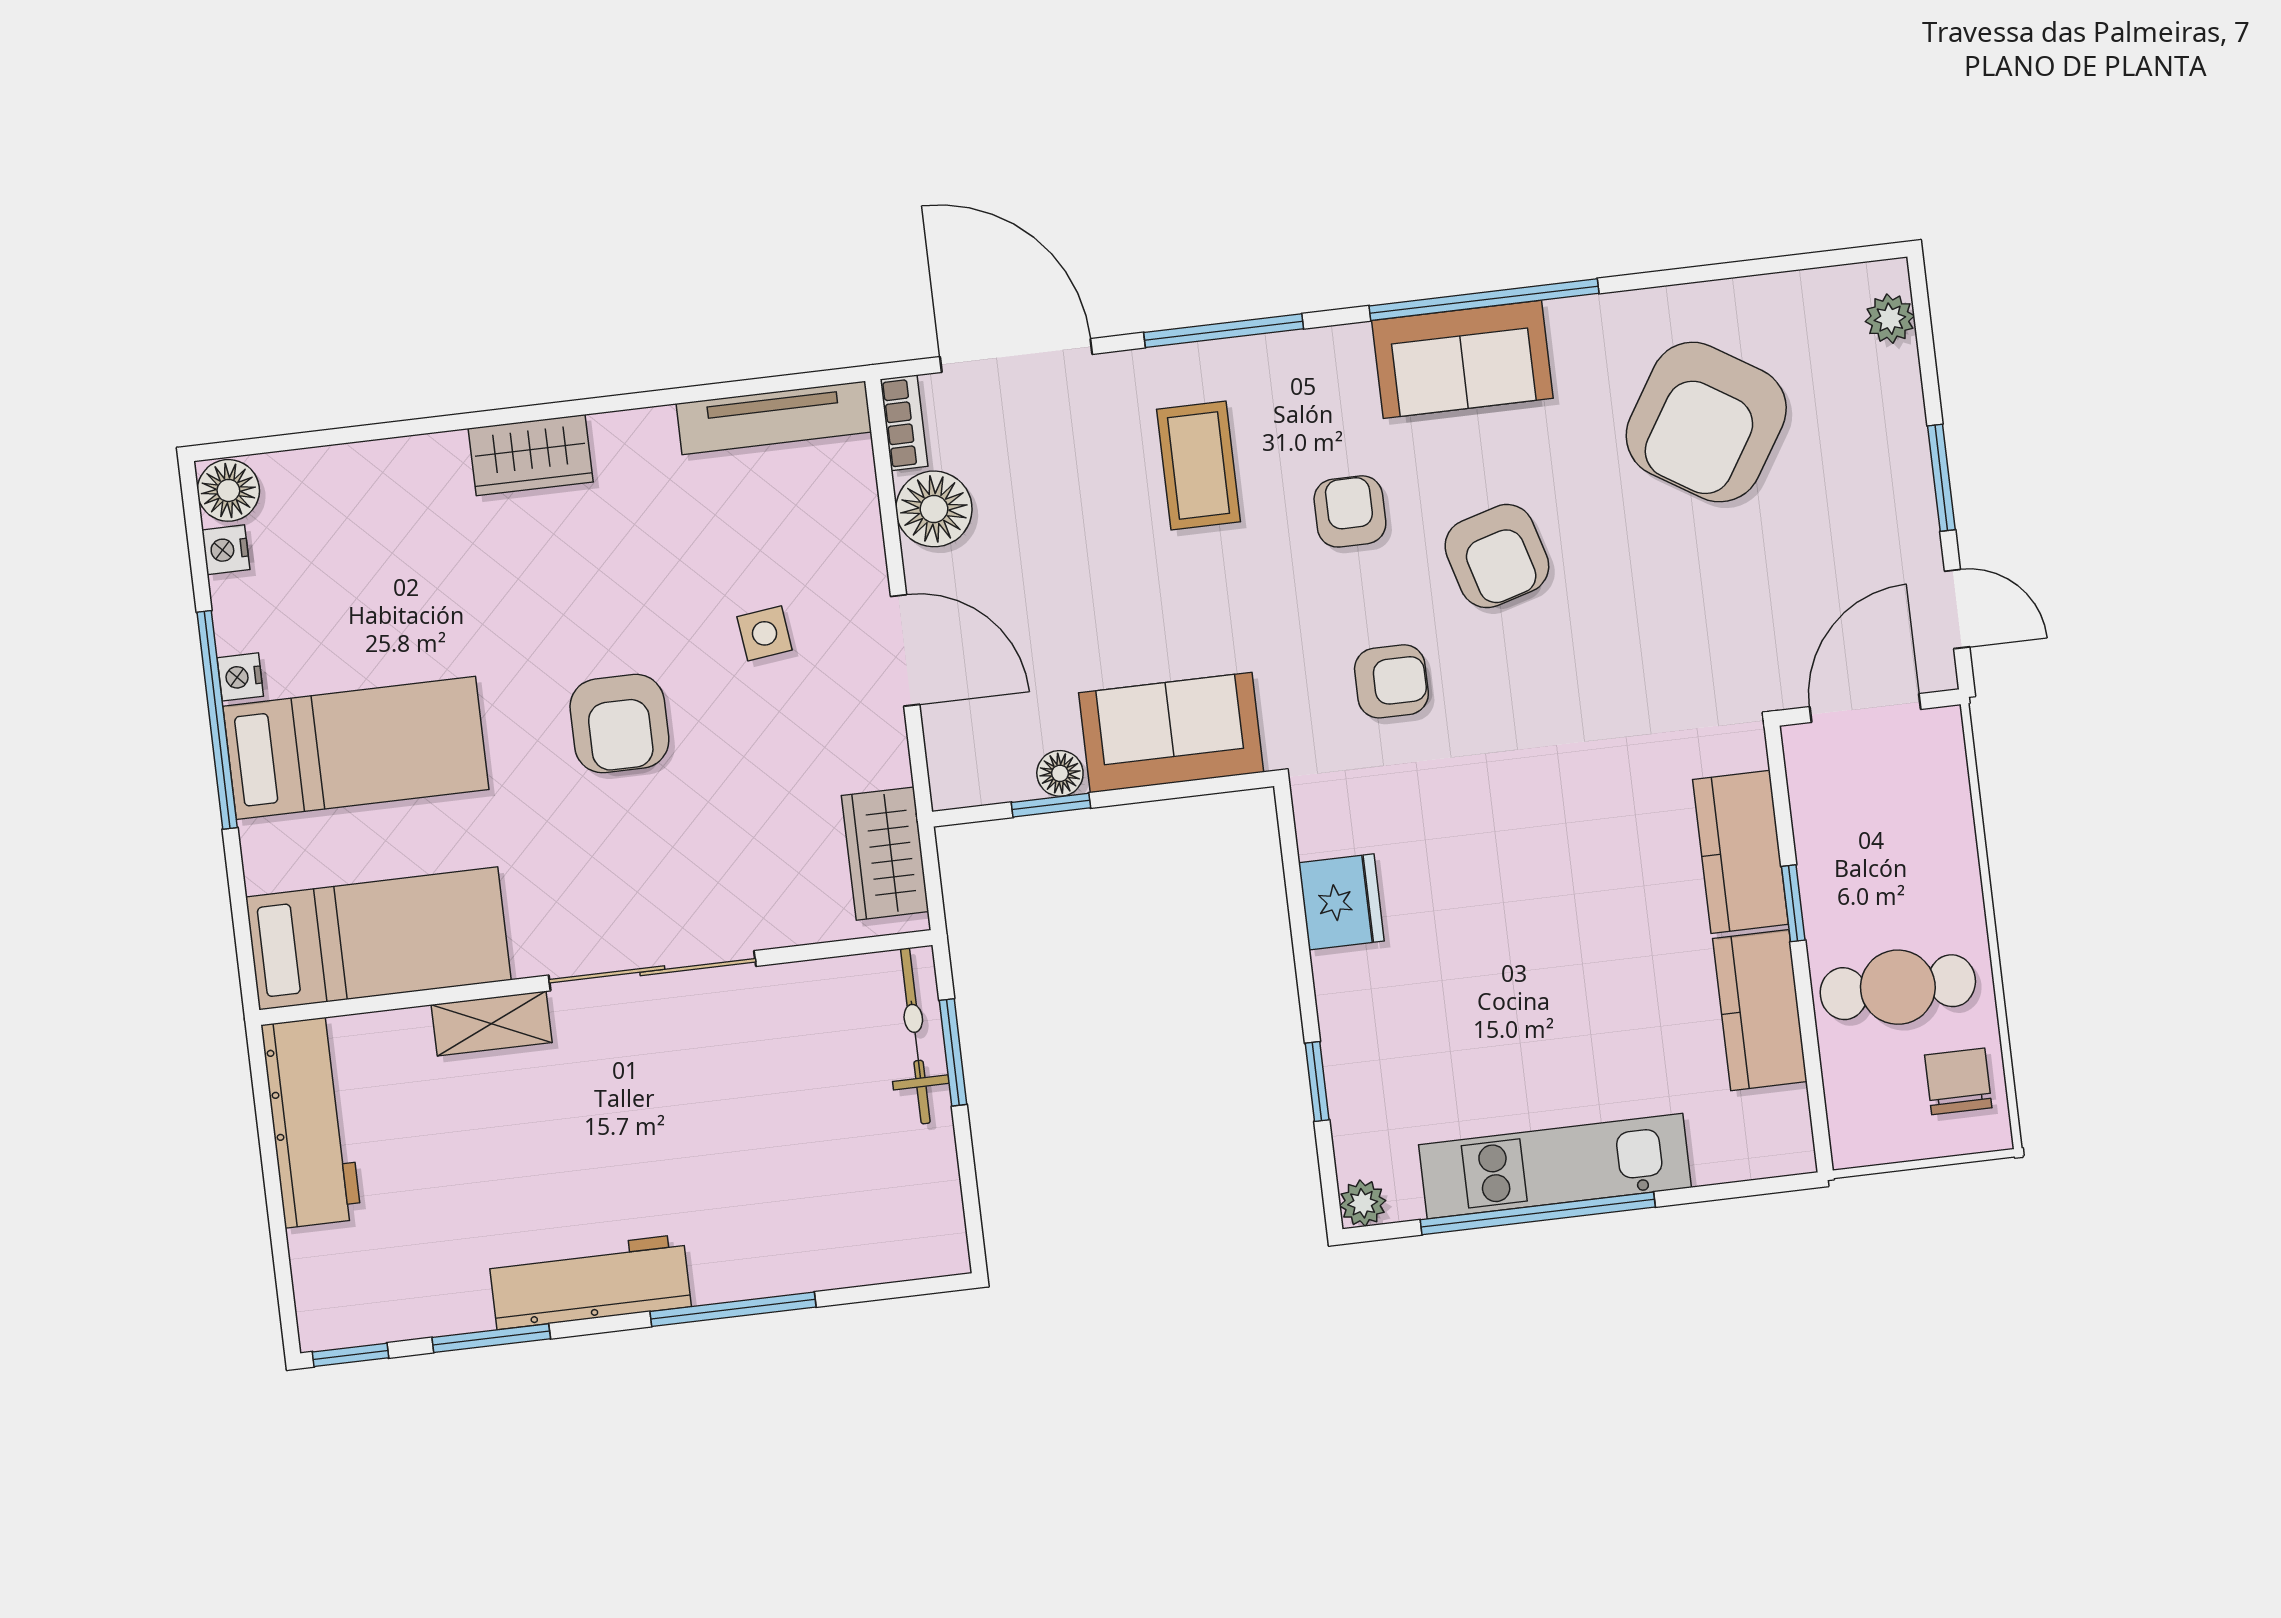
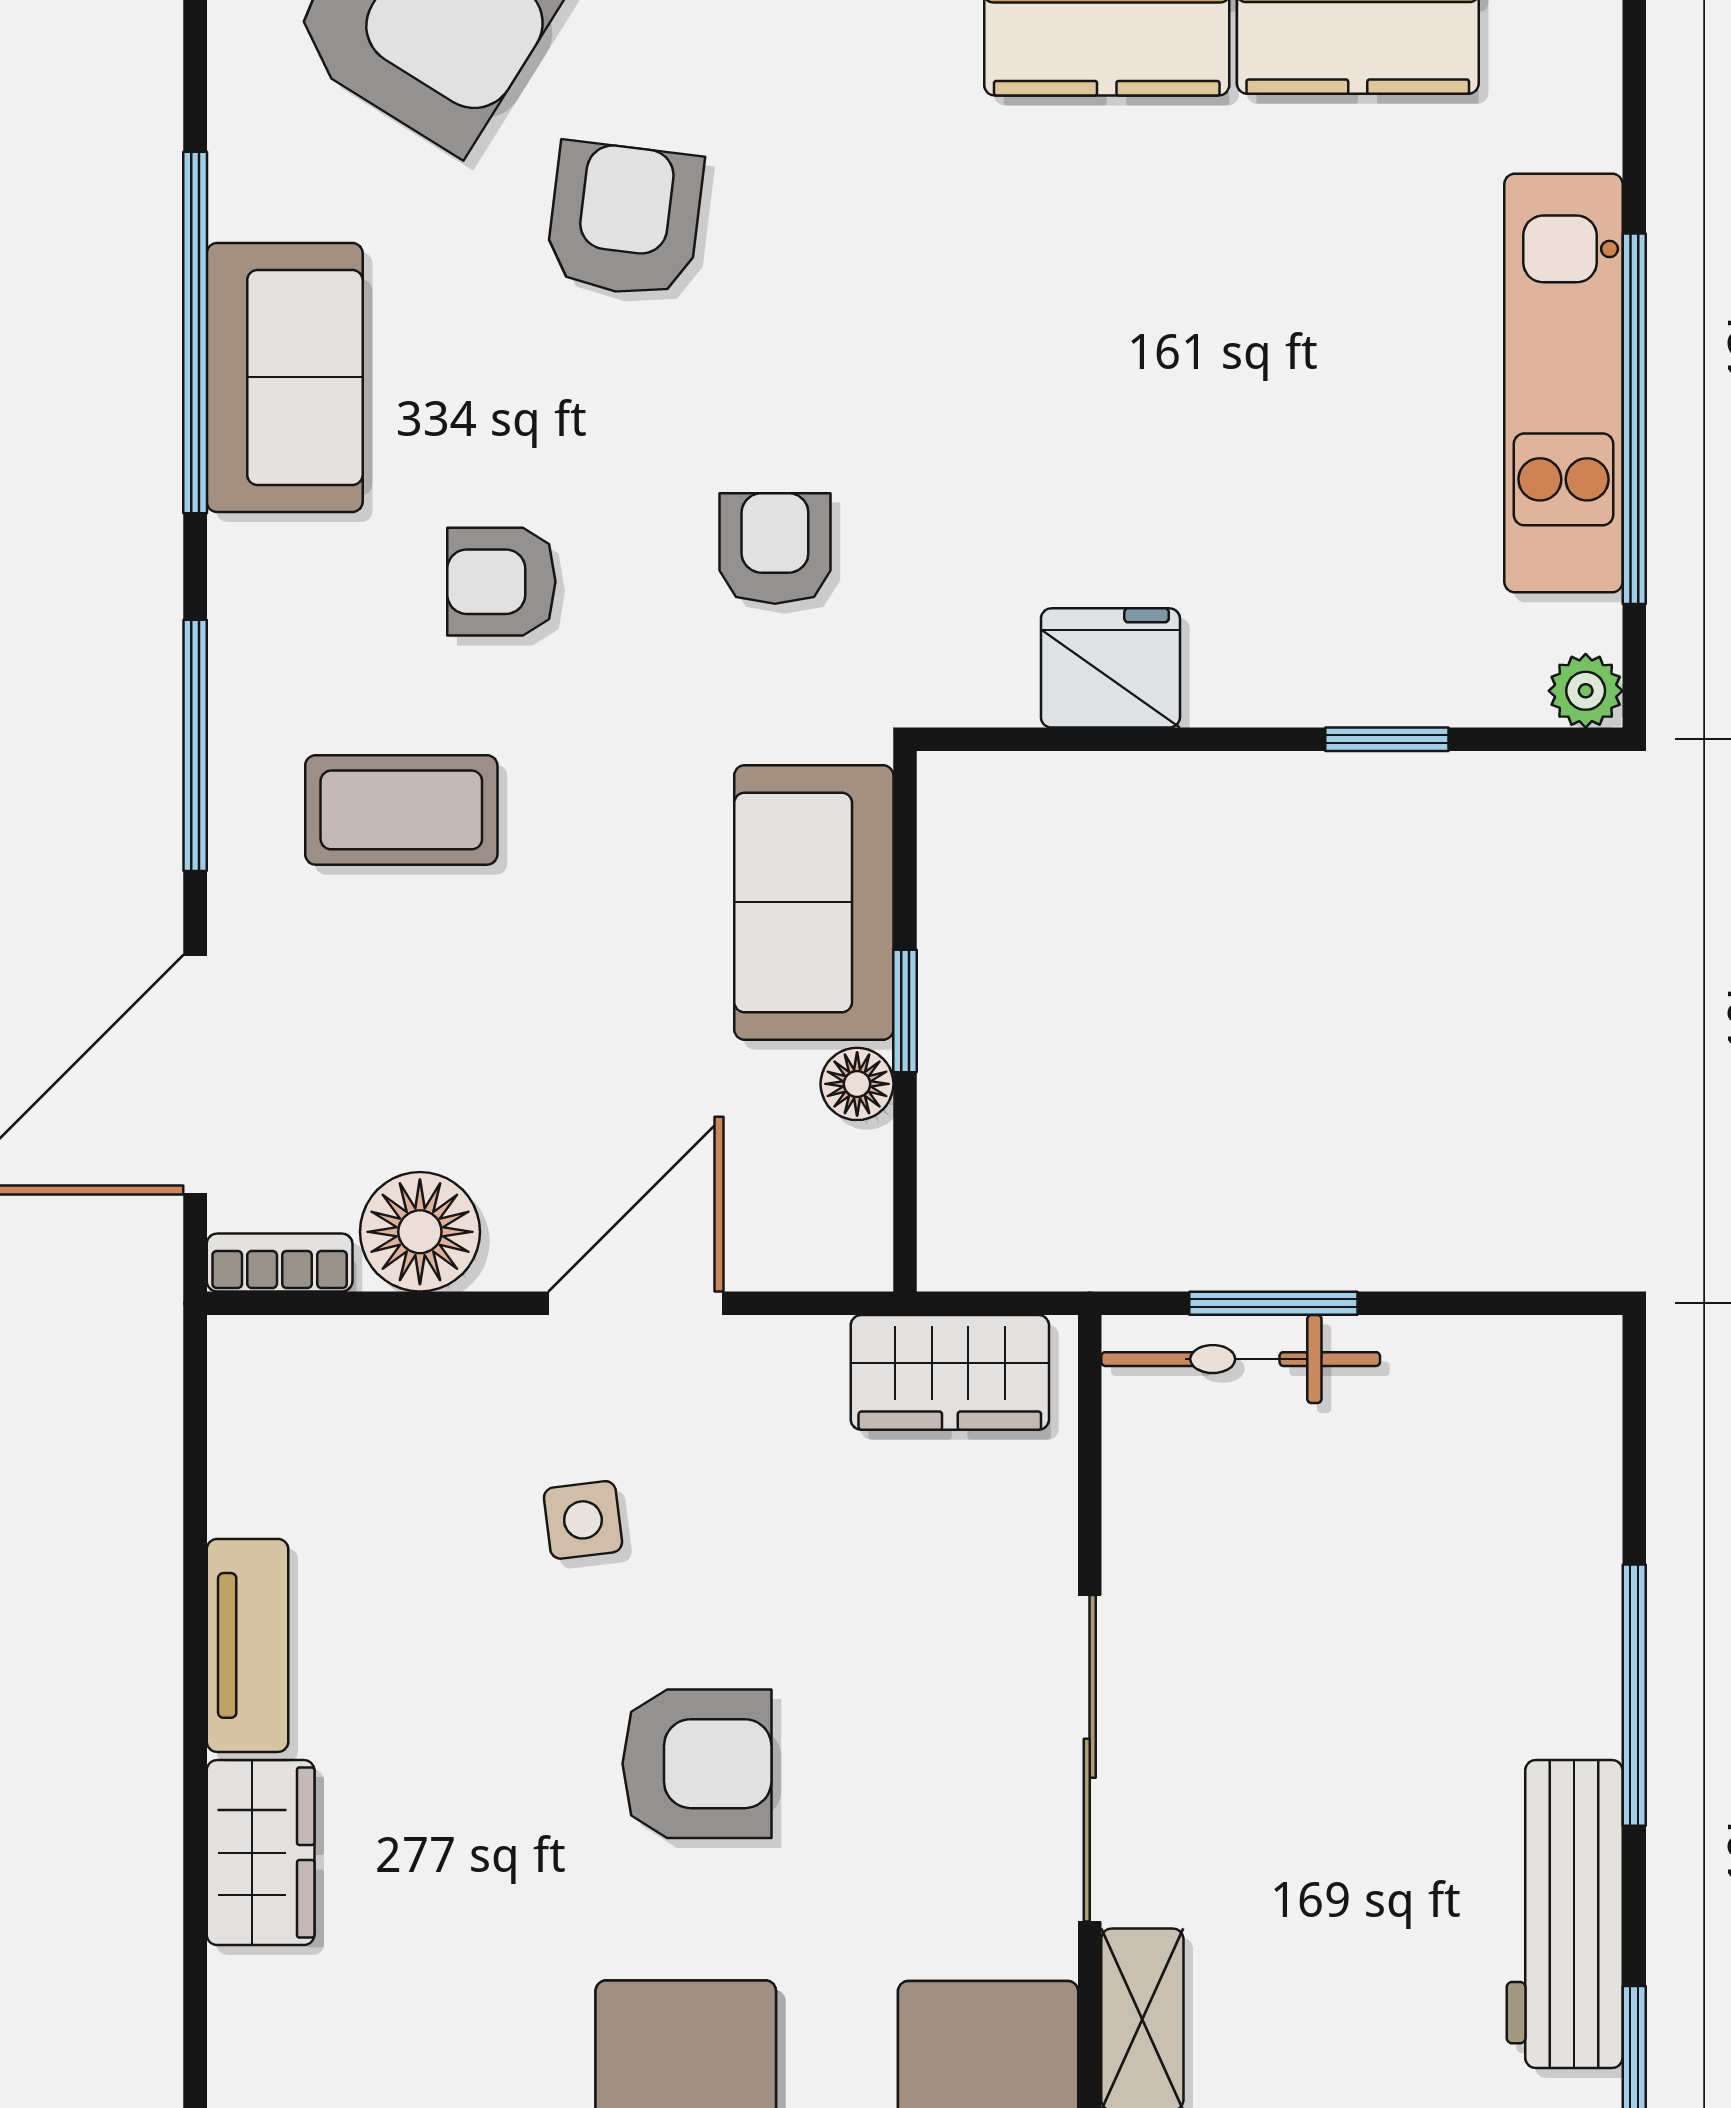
tv unit: (774, 418) -> (248, 1645), moved, width x0.71
armchair: (1497, 556) -> (624, 220), moved, turned -67
window: (1051, 805) -> (905, 1011), moved

